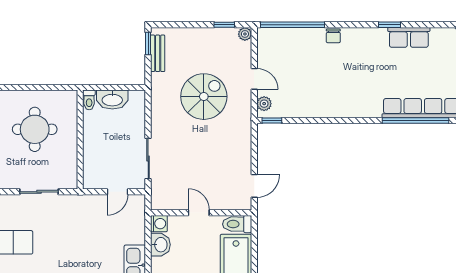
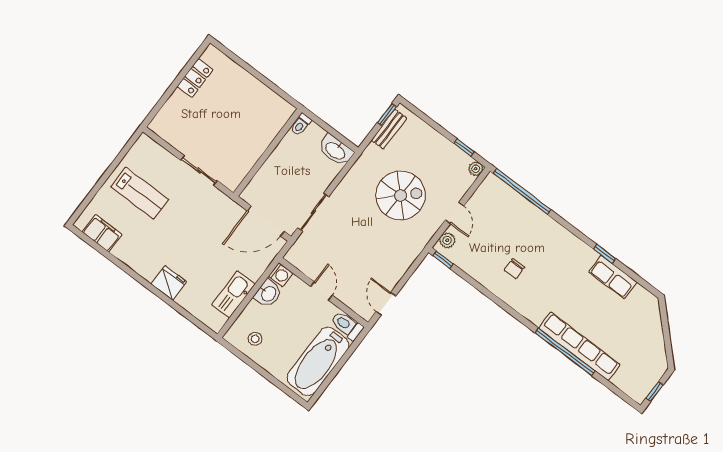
chair: (333, 36) -> (514, 269), moved
washbasin: (112, 100) -> (336, 150), moved
round table: (35, 129) -> (236, 115), removed
door: (254, 186) -> (386, 304), swing flipped
door: (117, 192) -> (266, 221), width x1.88

